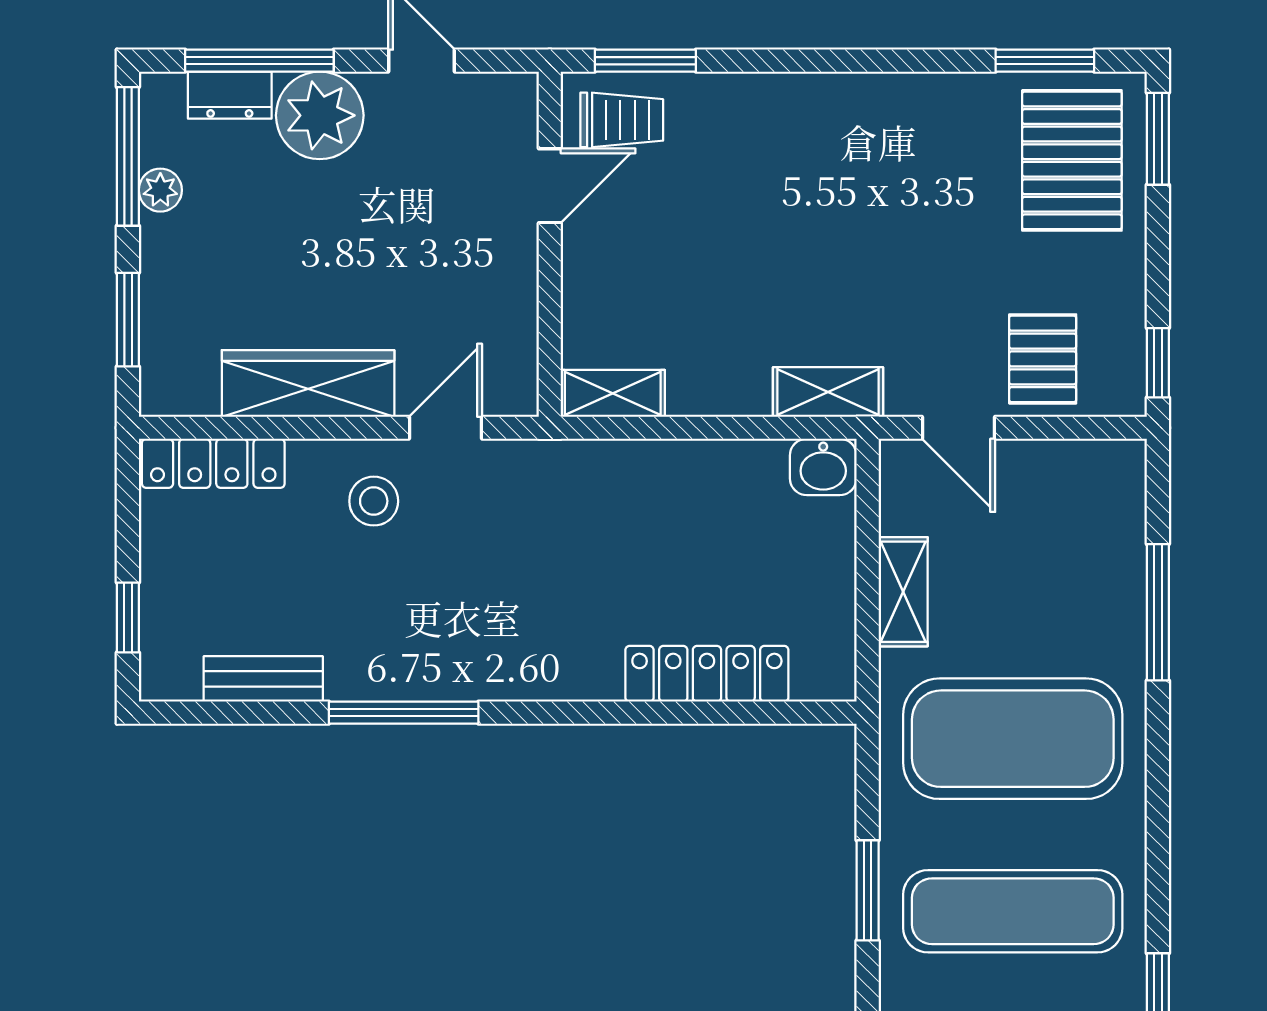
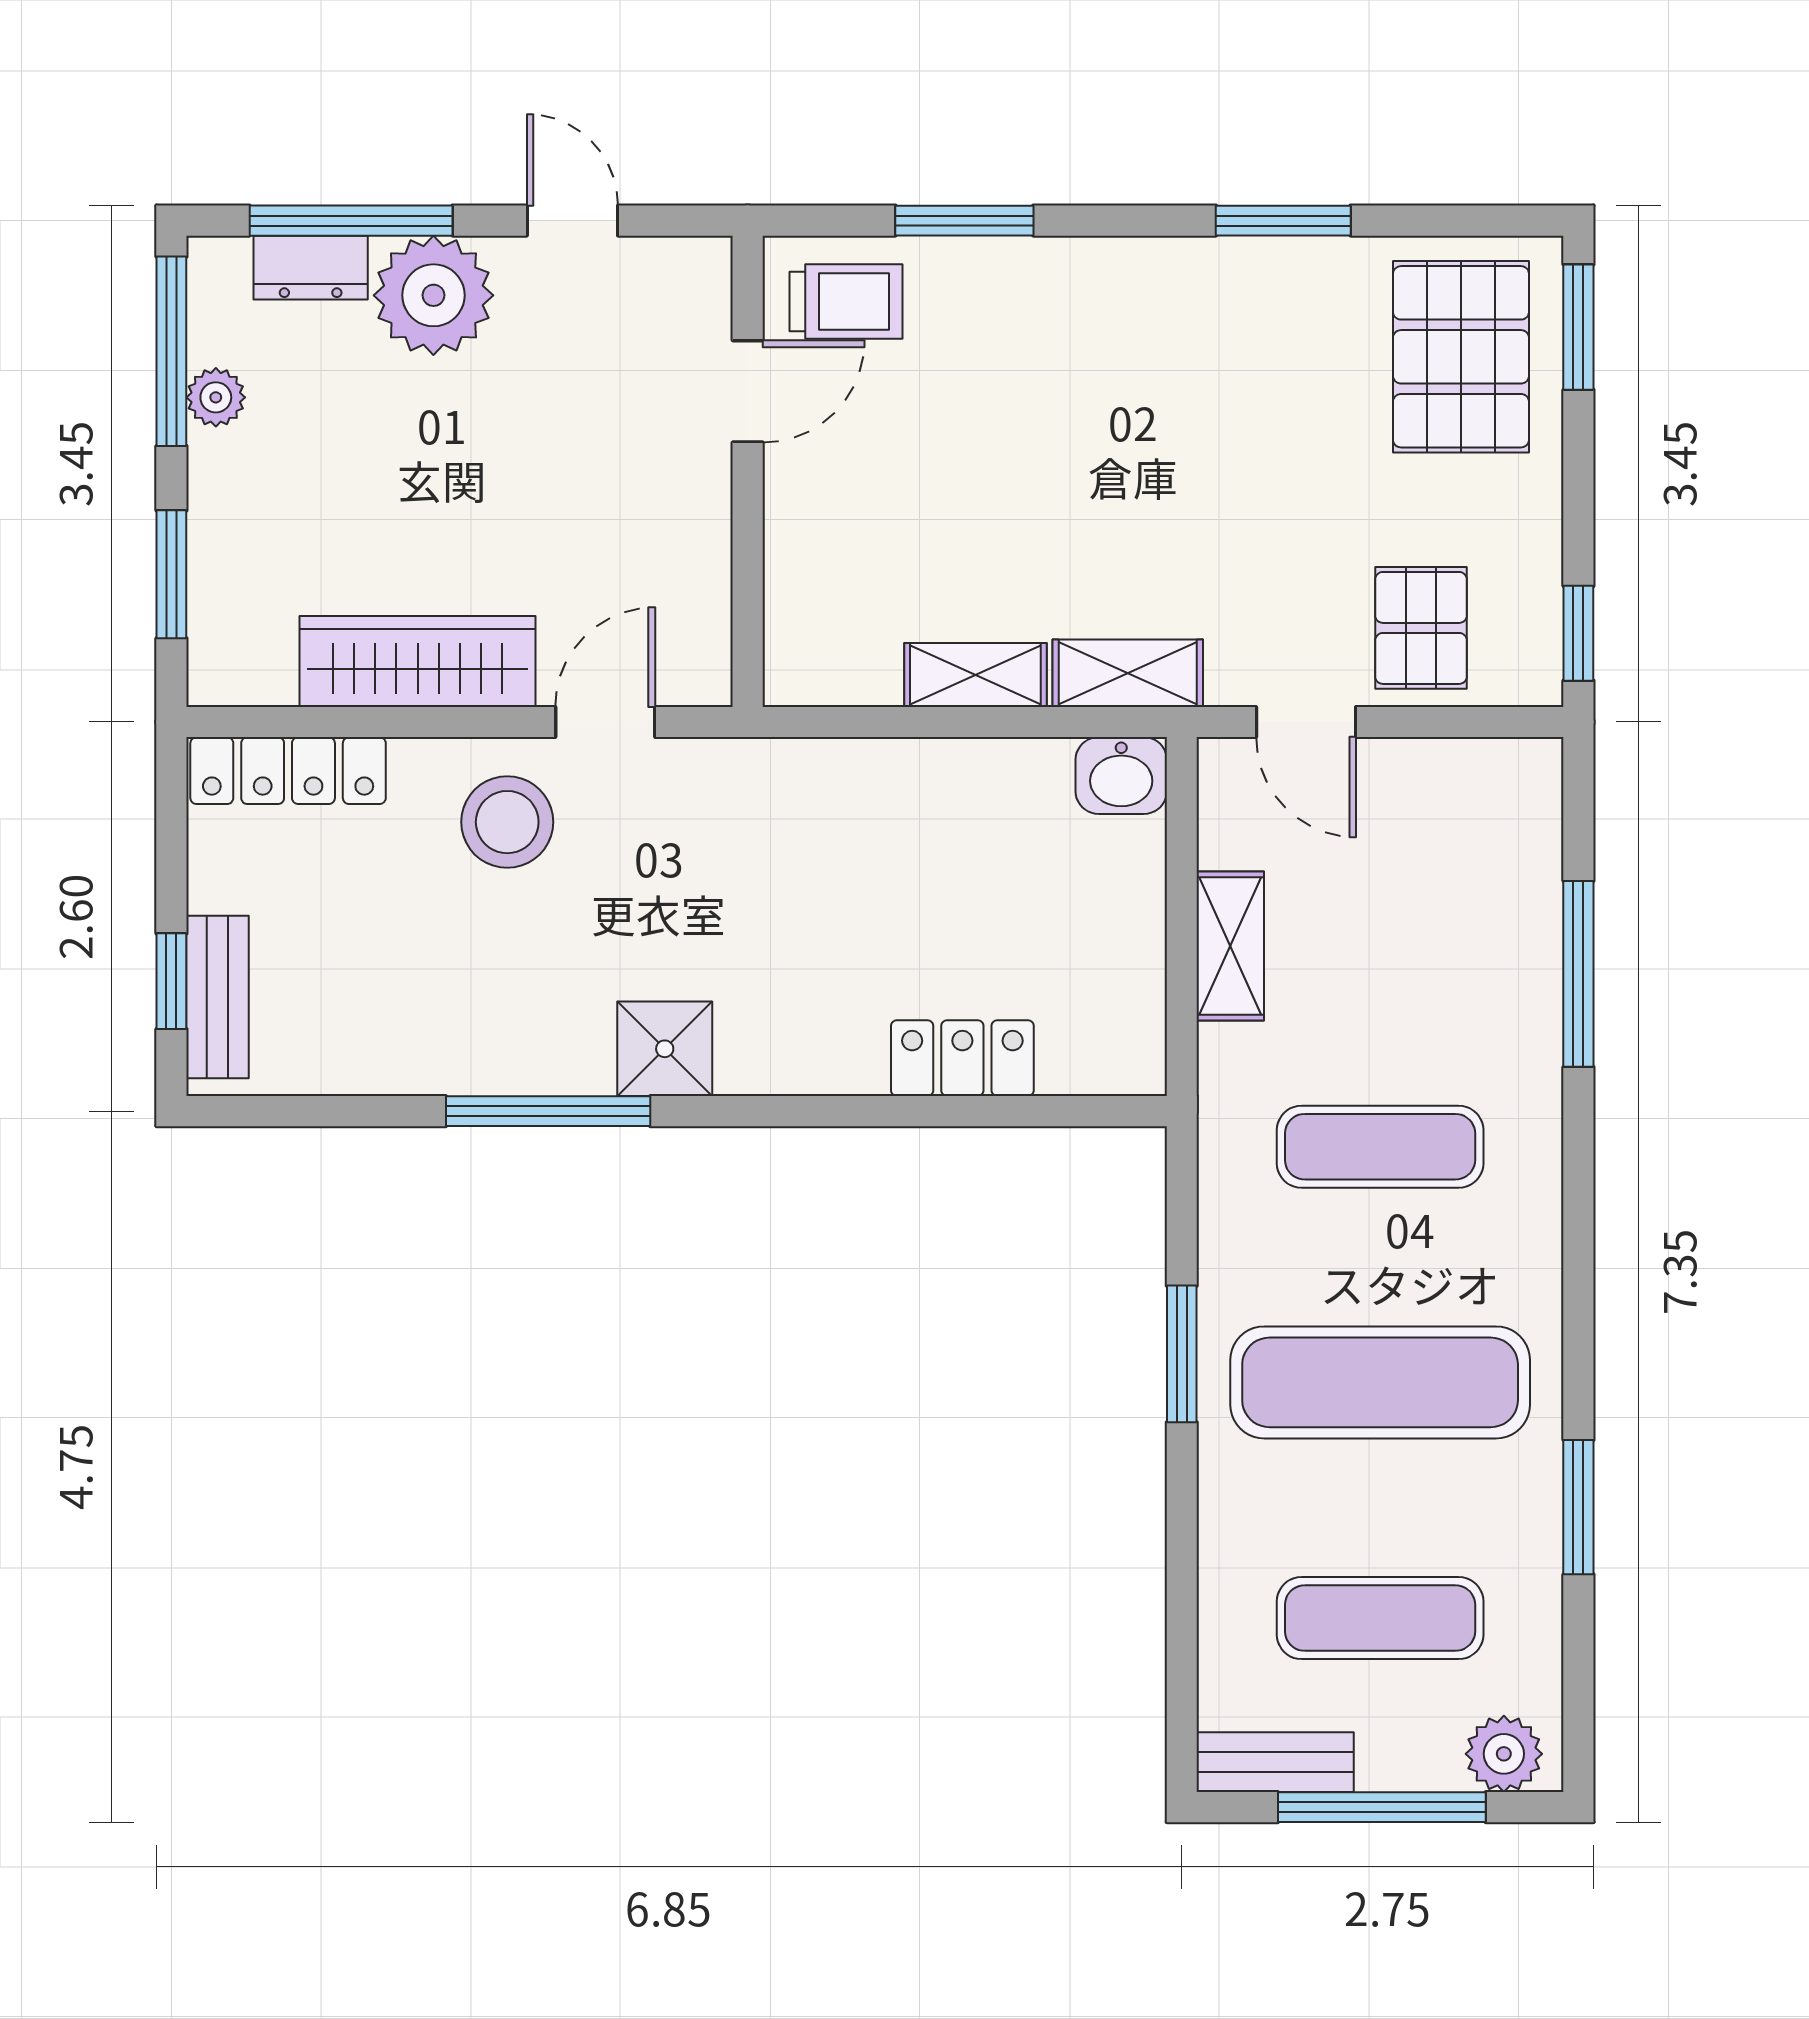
window: (645, 61) -> (964, 221), moved
window: (1045, 61) -> (1283, 221), moved
shelving: (613, 393) -> (975, 675), moved
stool: (374, 501) -> (507, 822), width x1.38, depth x1.38
shower: (489, 667) -> (665, 1049), added
locker: (707, 674) -> (962, 1058), width x0.66
bench: (263, 679) -> (217, 997), moved, turned 90
exercise mat: (1013, 739) -> (1380, 1147), width x0.50, depth x0.69

